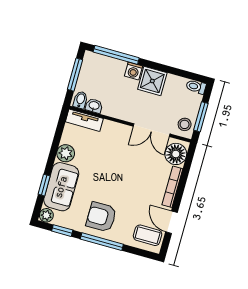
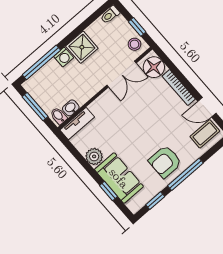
window: (201, 117) -> (137, 27), width x0.67
plant: (46, 215) -> (134, 205), removed

